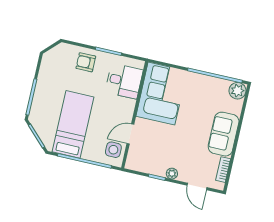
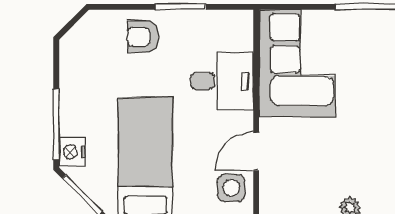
desk: (124, 81) -> (222, 81), moved
nightstand: (36, 113) -> (72, 152), added

